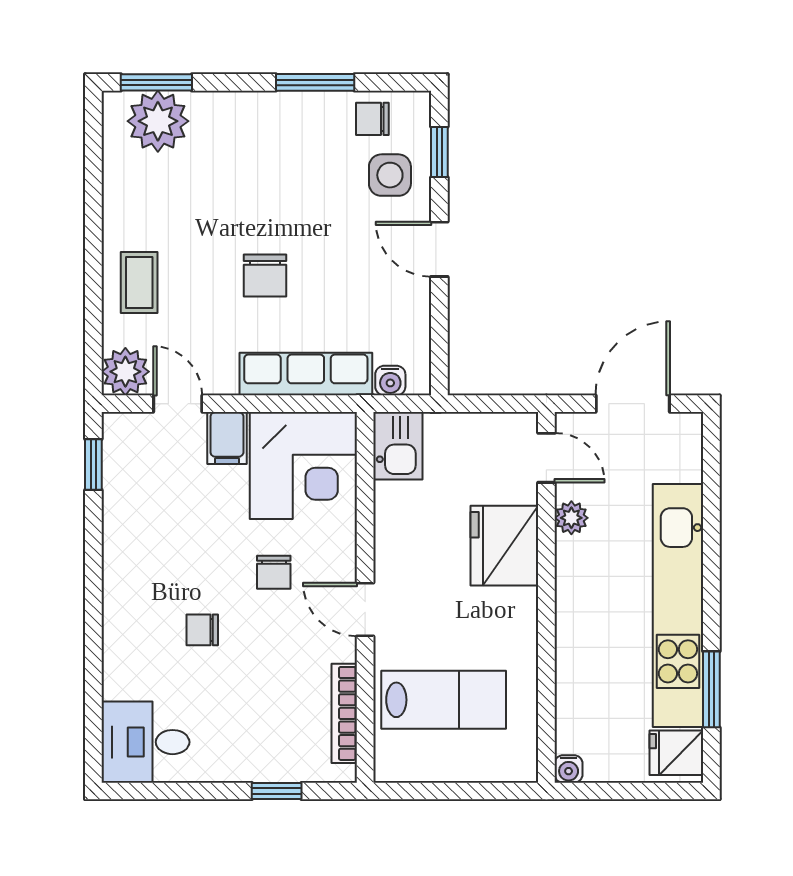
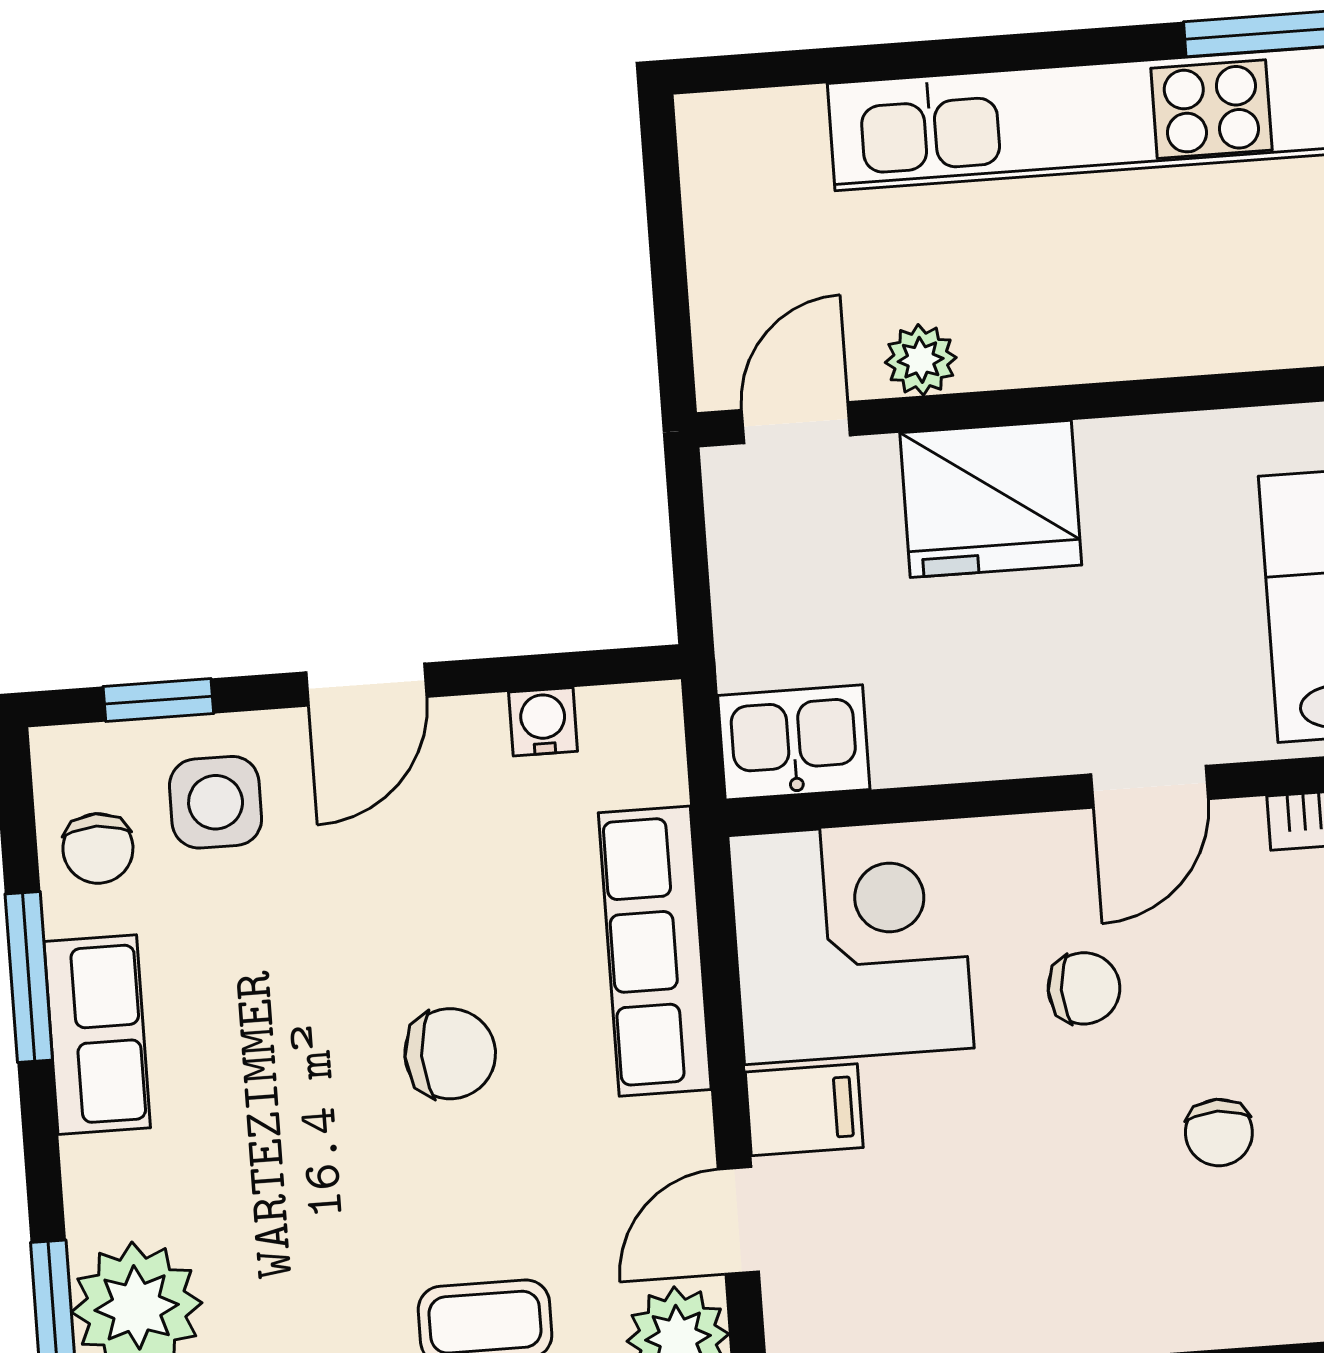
row of seats: (286, 112) -> (97, 1035), added
water cooler: (390, 381) -> (543, 722), moved, turned -90
door: (633, 404) -> (667, 246), removed

